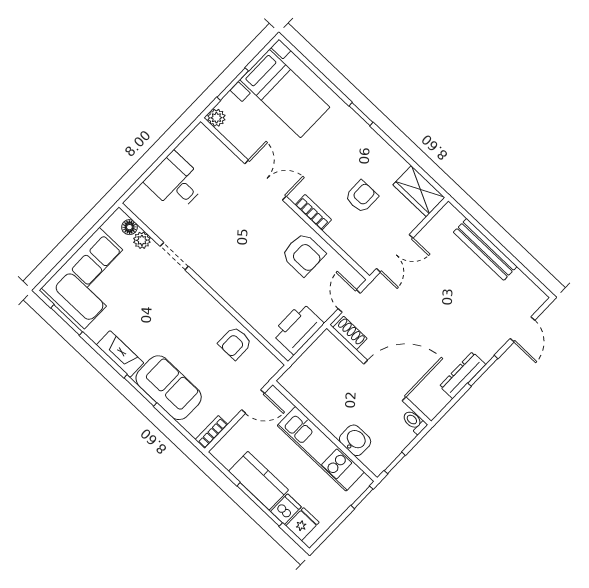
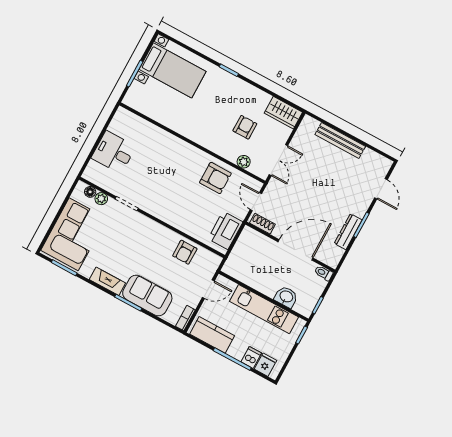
plant: (216, 118) -> (244, 162), moved
double door: (265, 180) -> (175, 134), removed
bookcase: (313, 212) -> (214, 147), removed
kitchen counter: (259, 481) -> (212, 335), moved

